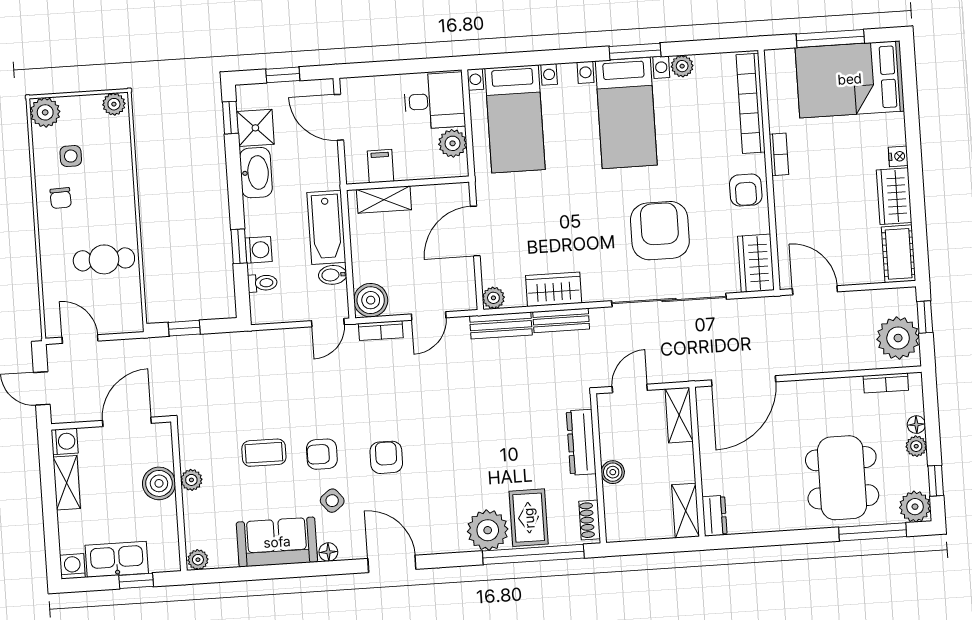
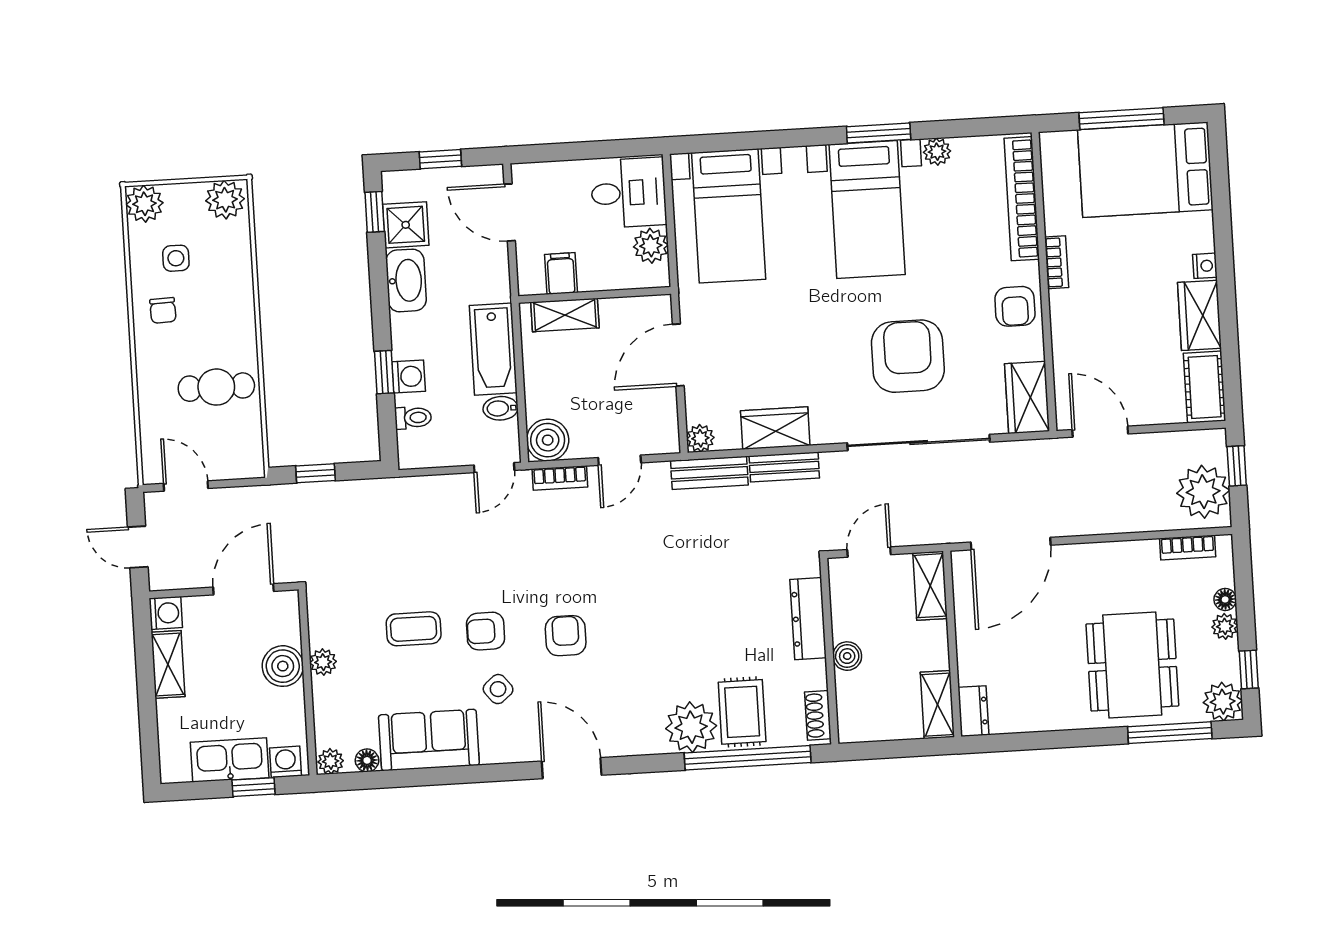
plant: (114, 104) -> (225, 200), width x1.38, depth x1.38
floor lamp: (328, 552) -> (367, 760), moved
washing machine: (72, 566) -> (286, 762), moved

